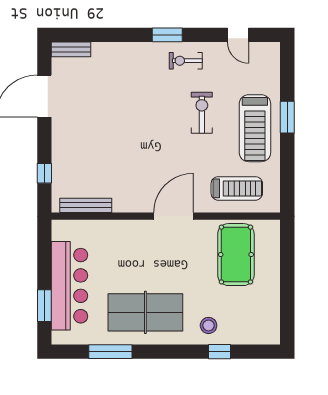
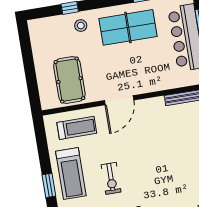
treadmill: (255, 128) -> (71, 174), turned 180
treadmill: (237, 188) -> (77, 128), turned 180

